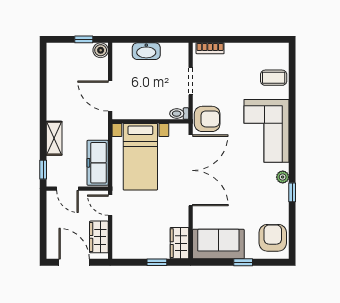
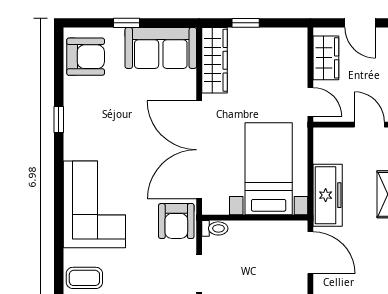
armchair: (207, 119) -> (176, 221), turned -90
freezer: (98, 163) -> (328, 195), moved
plant: (283, 177) -> (72, 141), removed
armchair: (273, 238) -> (86, 57), turned -90
wardrobe: (179, 243) -> (215, 60), width x1.50
door: (74, 262) -> (360, 23), width x0.73

